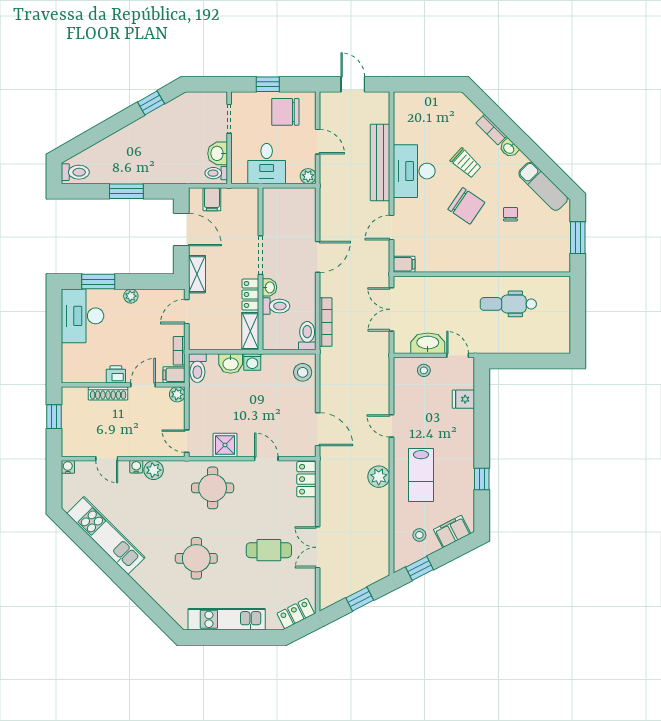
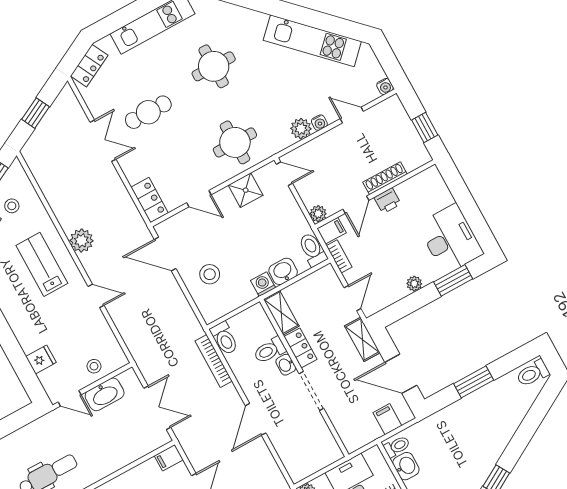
stool: (303, 372) -> (210, 274), moved

